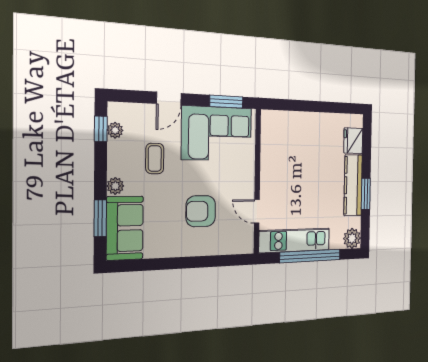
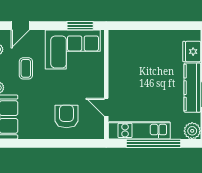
door: (169, 98) -> (20, 26), moved
armchair: (201, 211) -> (66, 117), moved, turned 90

